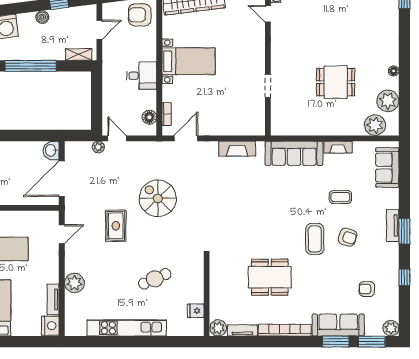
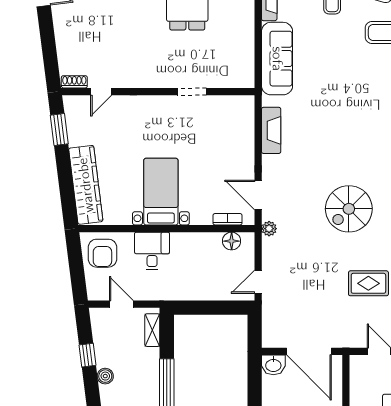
desk: (142, 76) -> (152, 251), moved
plant: (98, 147) -> (269, 229), moved
spiral stairs: (158, 198) -> (349, 209), moved

